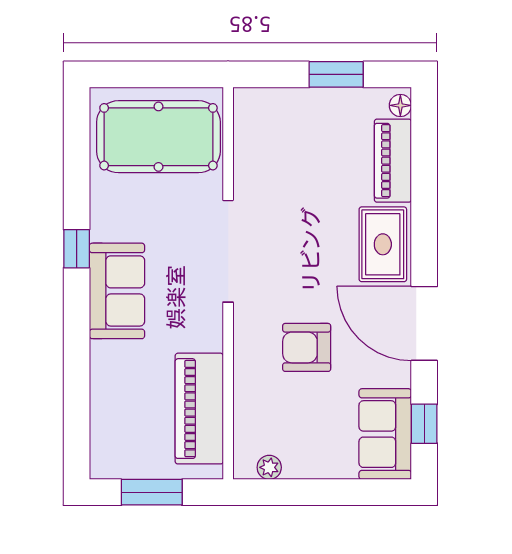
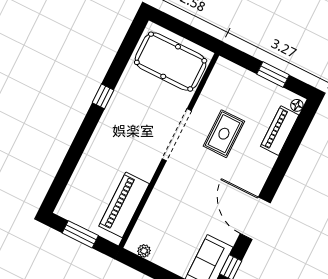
rug: (383, 244) -> (224, 134), moved
sofa: (117, 291) -> (112, 127), removed
armchair: (307, 347) -> (192, 201), removed

